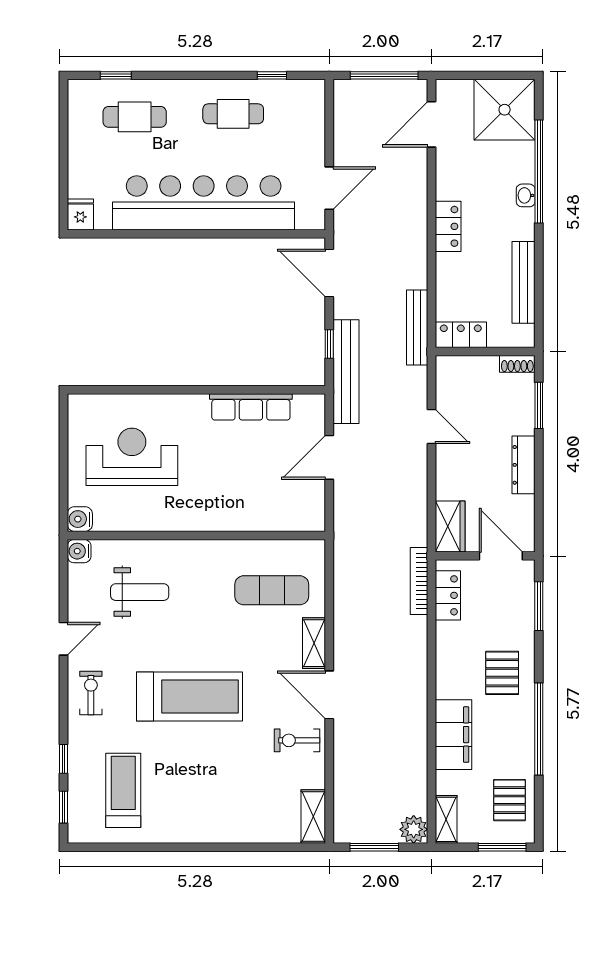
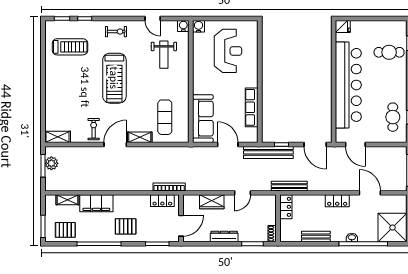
cafe table: (233, 114) -> (393, 117), moved
cafe table: (135, 117) -> (389, 52), turned 90
door: (431, 124) -> (370, 193), moved
door: (329, 273) -> (315, 144), swing flipped
bench: (523, 282) -> (316, 237), width x0.73
sofa: (275, 510) -> (203, 119), added
wardrobe: (450, 526) -> (212, 202), moved
door: (63, 639) -> (153, 19), moved
shelving: (446, 819) -> (67, 200), moved
plant: (414, 829) -> (51, 163), moved

